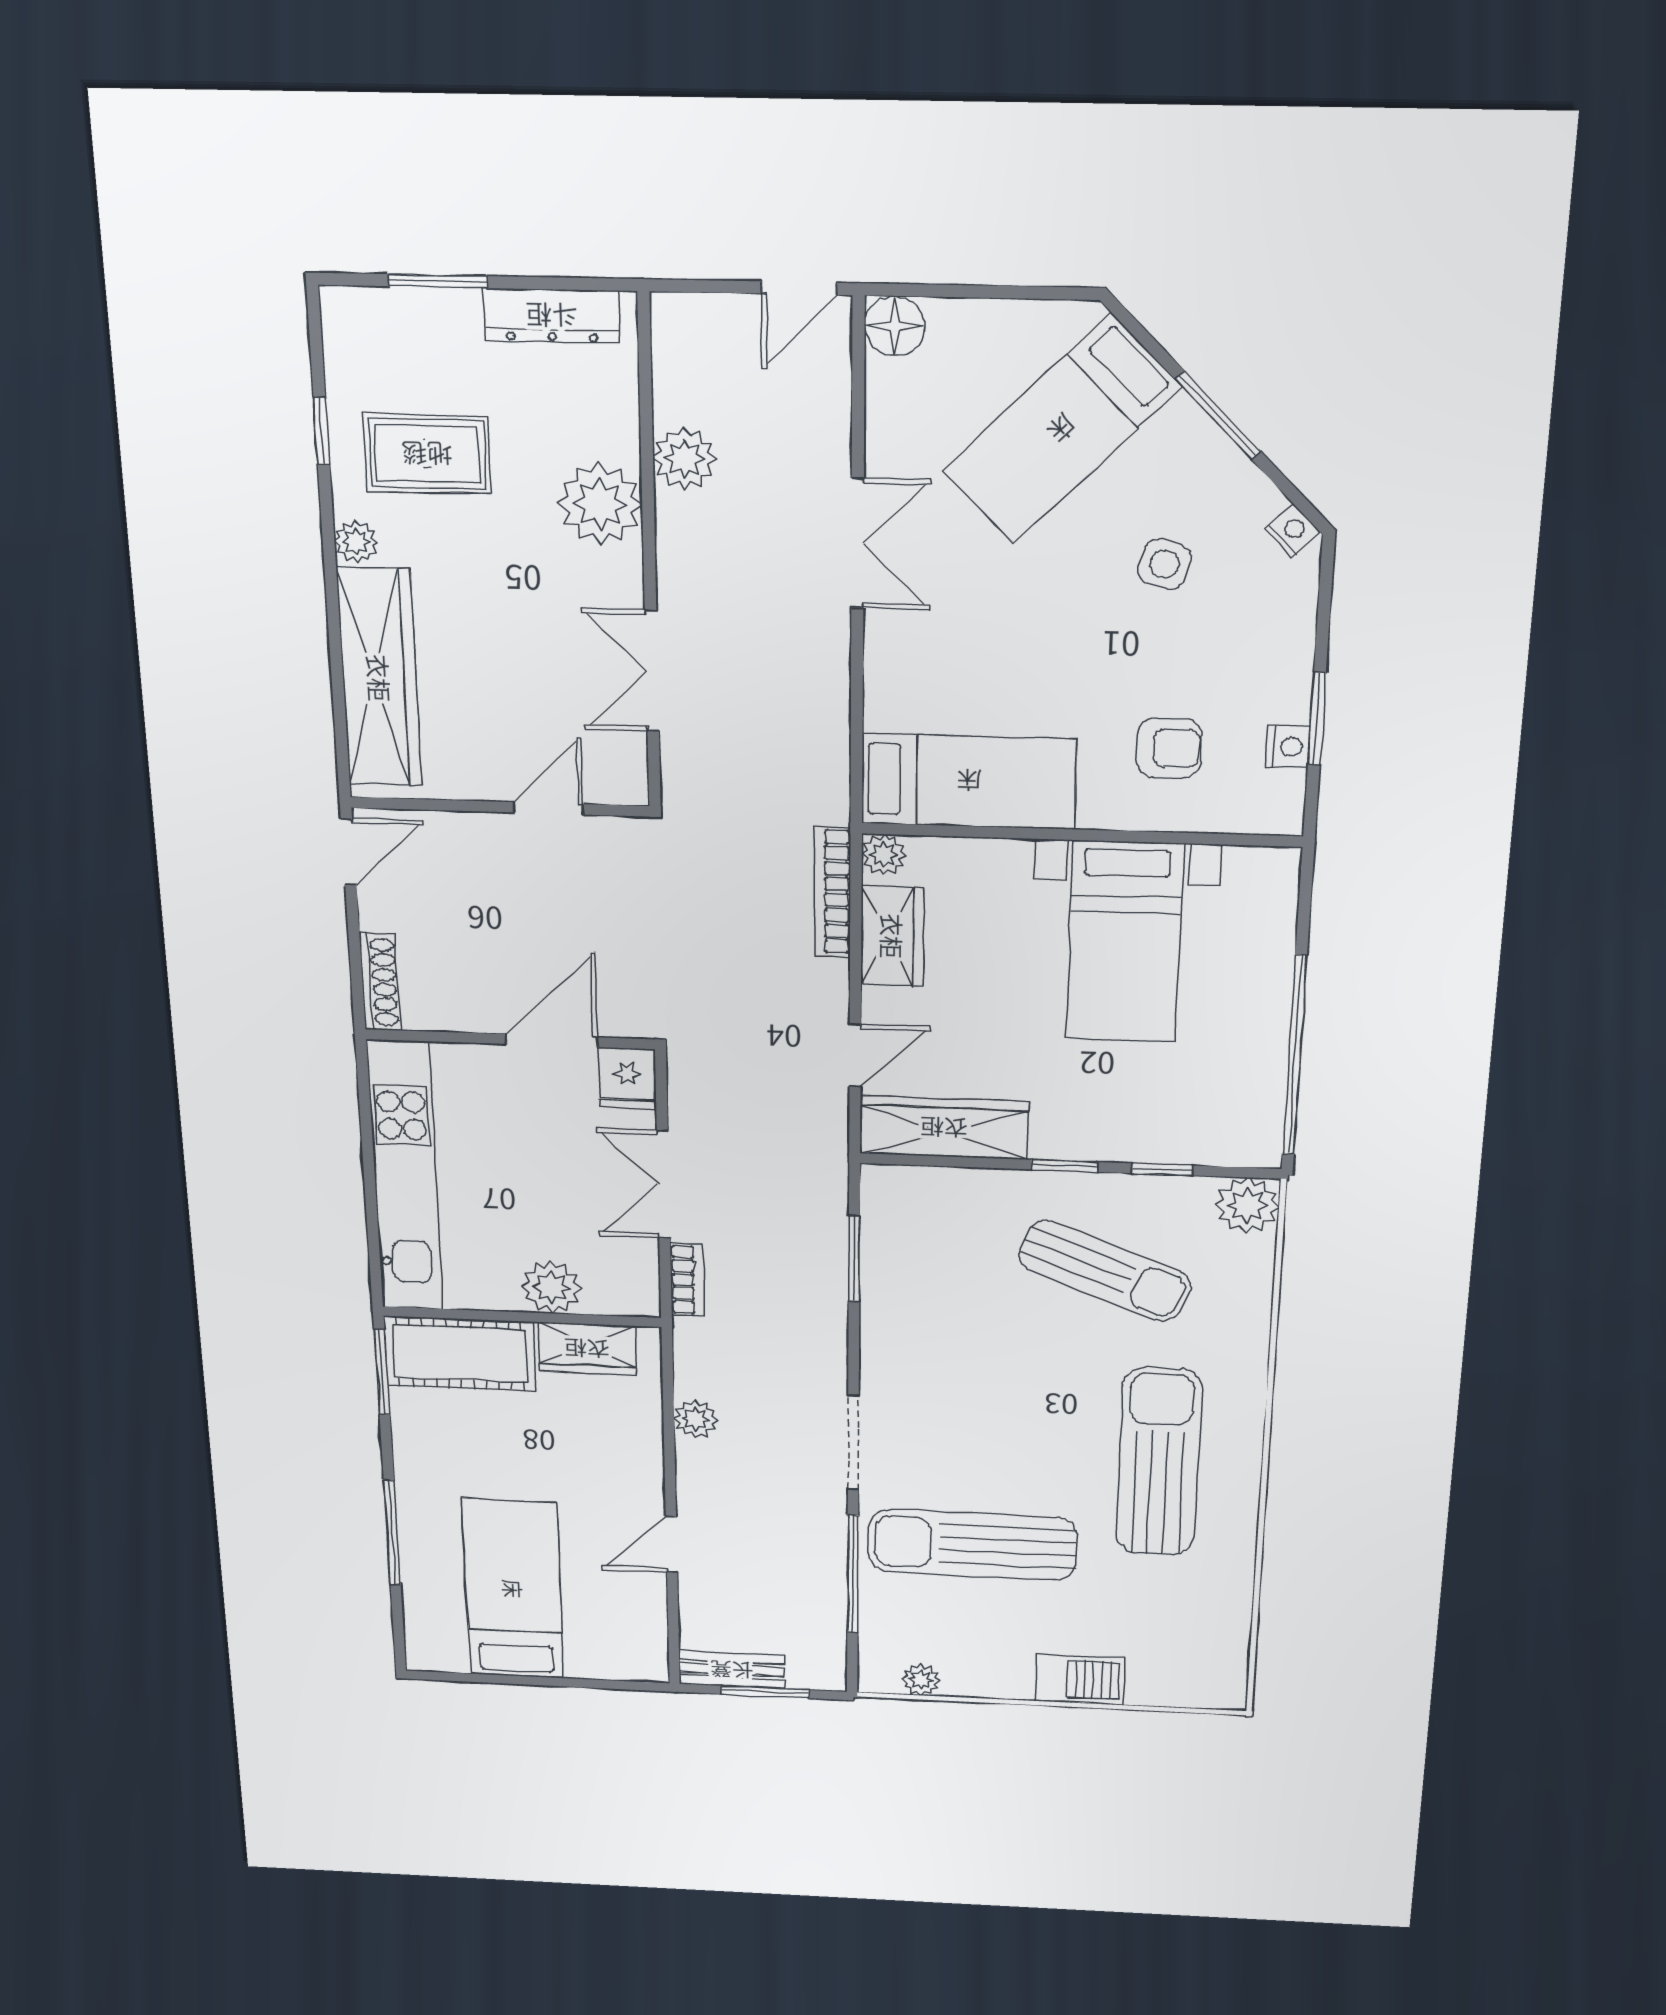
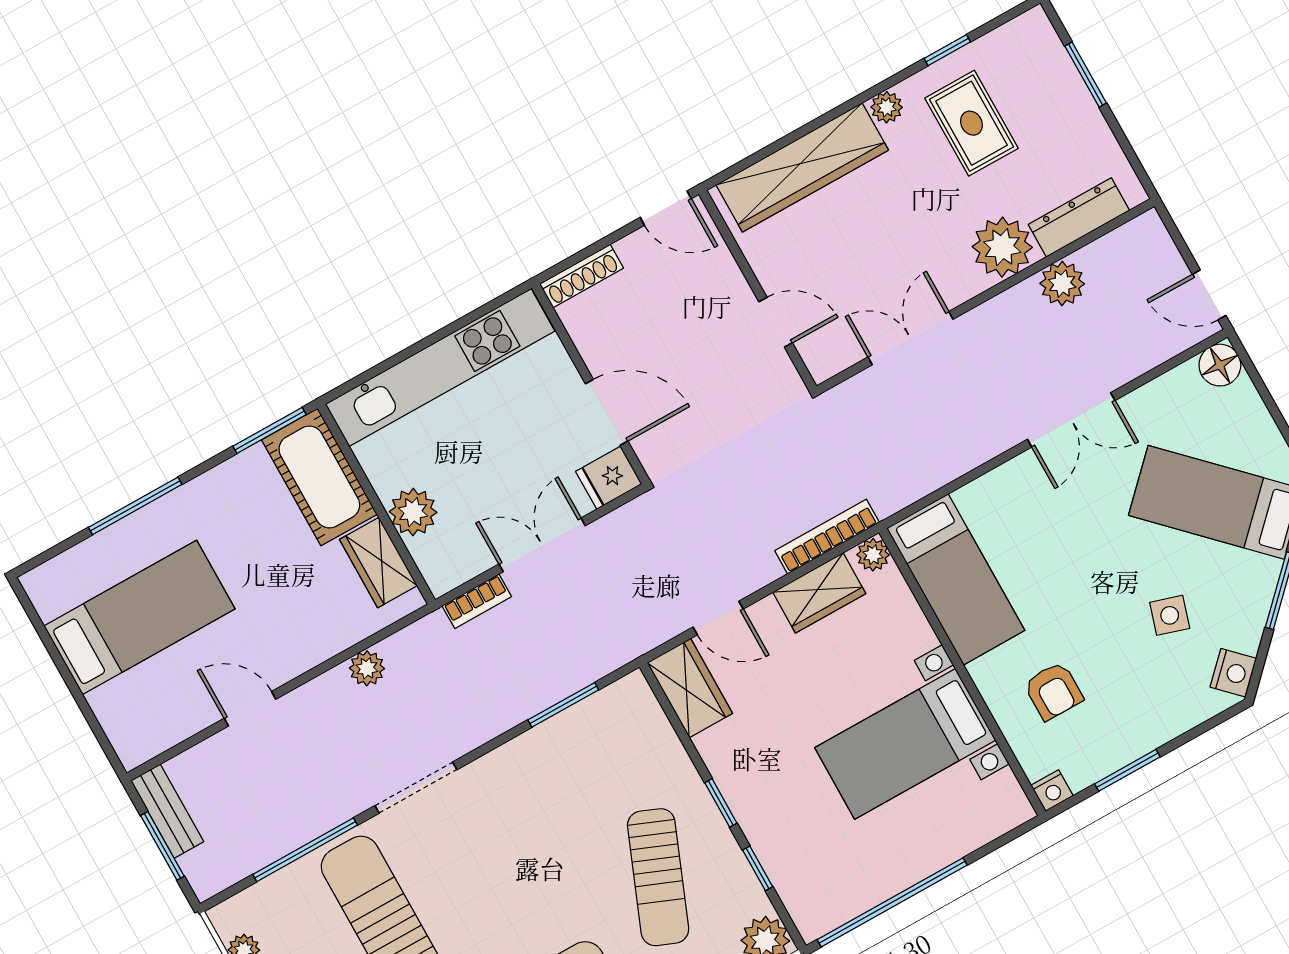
dresser: (552, 316) -> (1079, 217), moved, turned 90
nightstand: (1292, 531) -> (1233, 673), width x1.39, depth x1.35
nightstand: (1288, 747) -> (1052, 791), moved
wardrobe: (944, 1128) -> (690, 688), width x0.67

